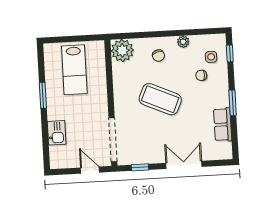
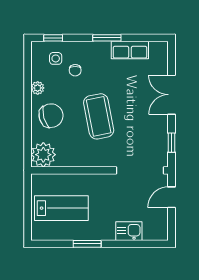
chair: (158, 56) -> (51, 116), width x1.87, depth x1.87
coffee table: (160, 99) -> (99, 116), turned -35

